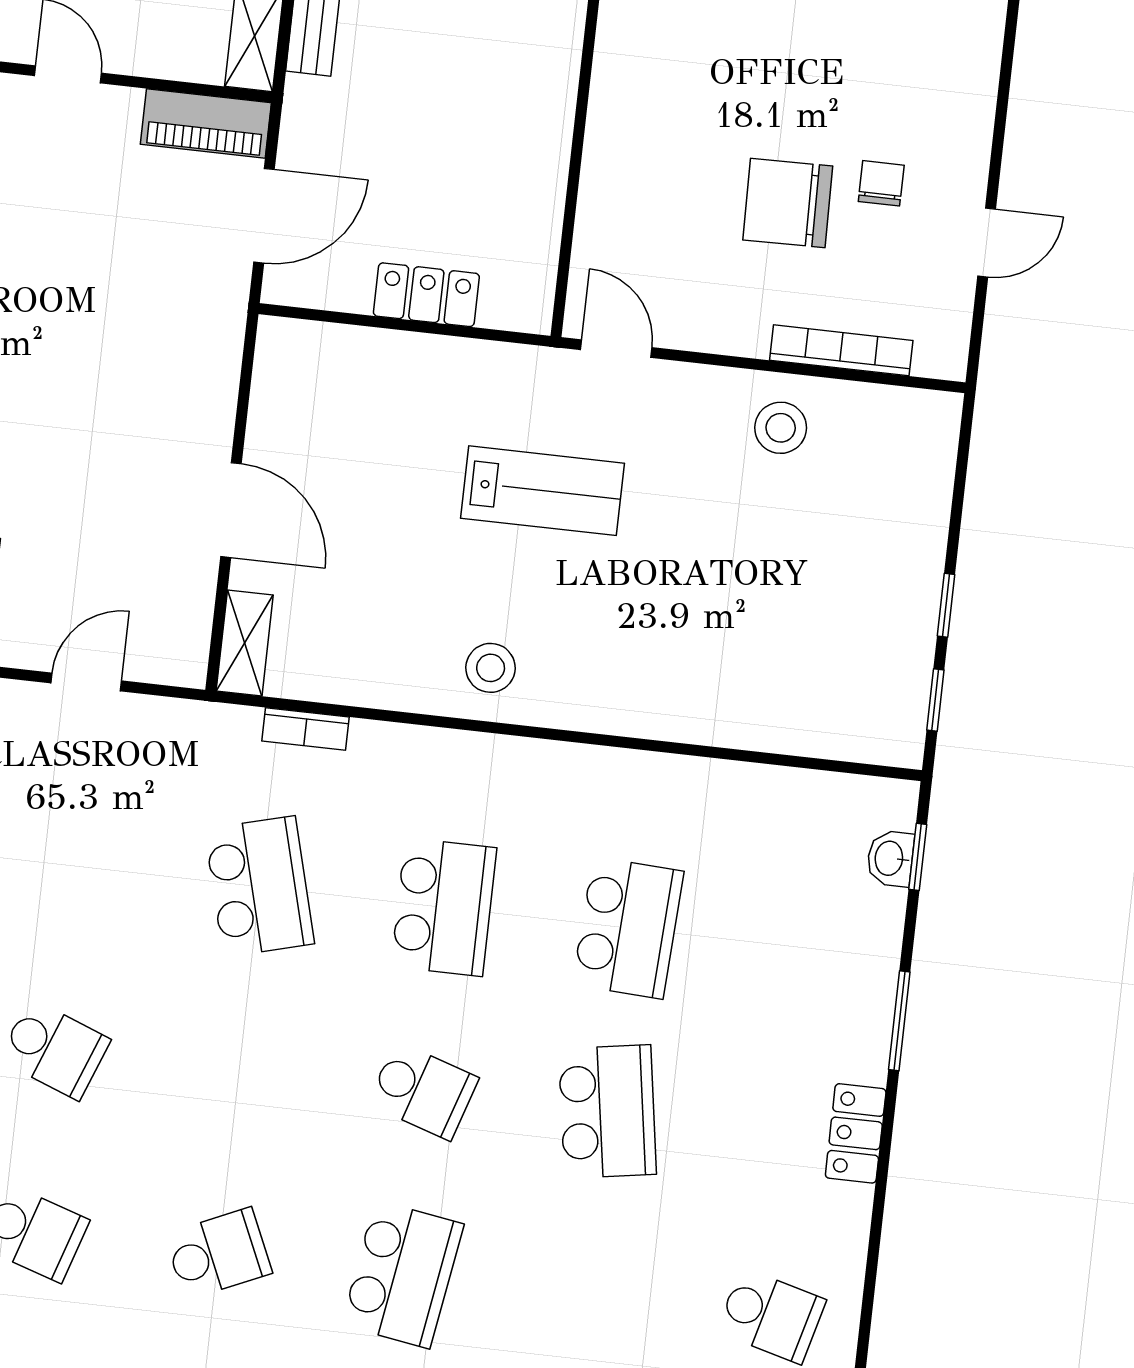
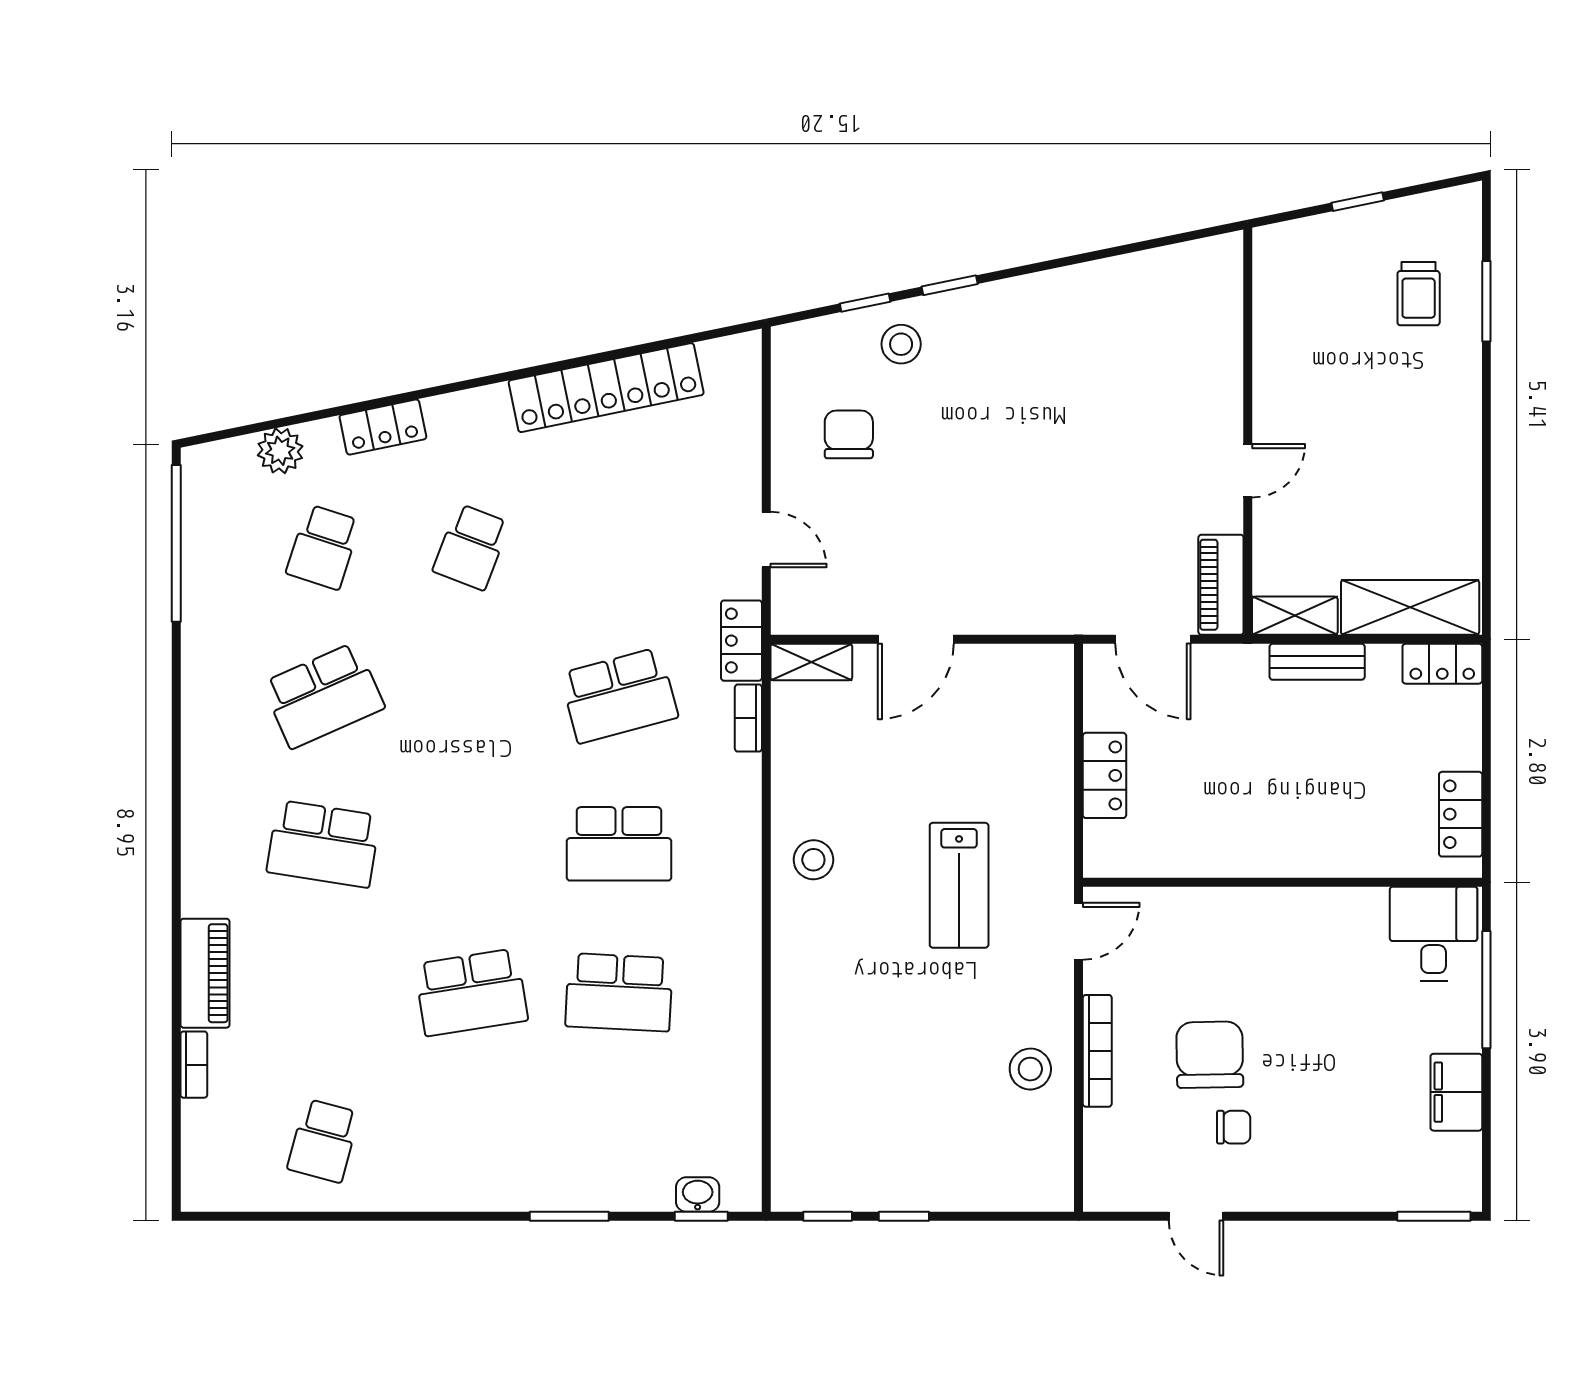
bookcase: (841, 350) -> (1097, 1051), moved
school desk: (423, 1091) -> (471, 844), removed
locker: (856, 1133) -> (741, 641), moved, turned -90
school desk: (218, 1254) -> (323, 695), width x1.85

